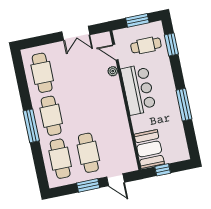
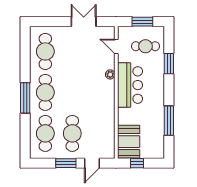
double door: (76, 33) -> (84, 22), swing flipped
window: (171, 44) -> (169, 64), moved
plant: (113, 71) -> (110, 74), moved
window: (184, 105) -> (169, 121), moved
door: (116, 180) -> (92, 163), hinge flipped

